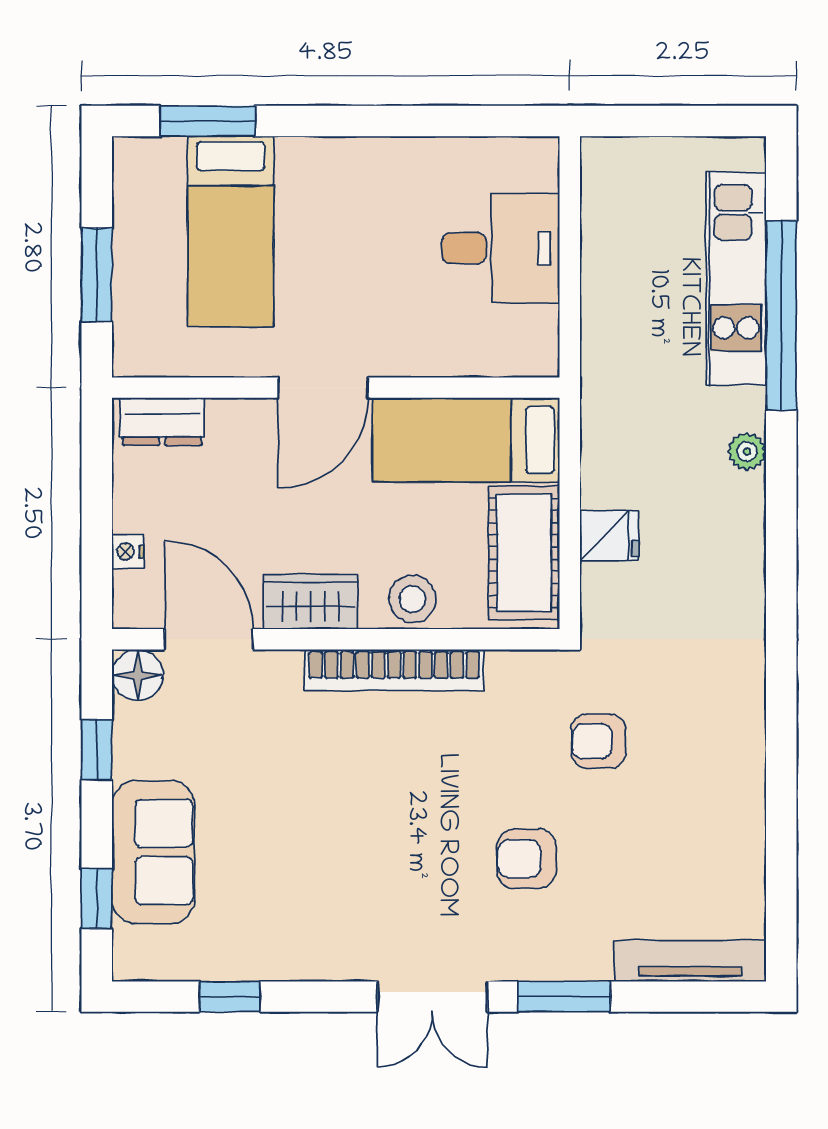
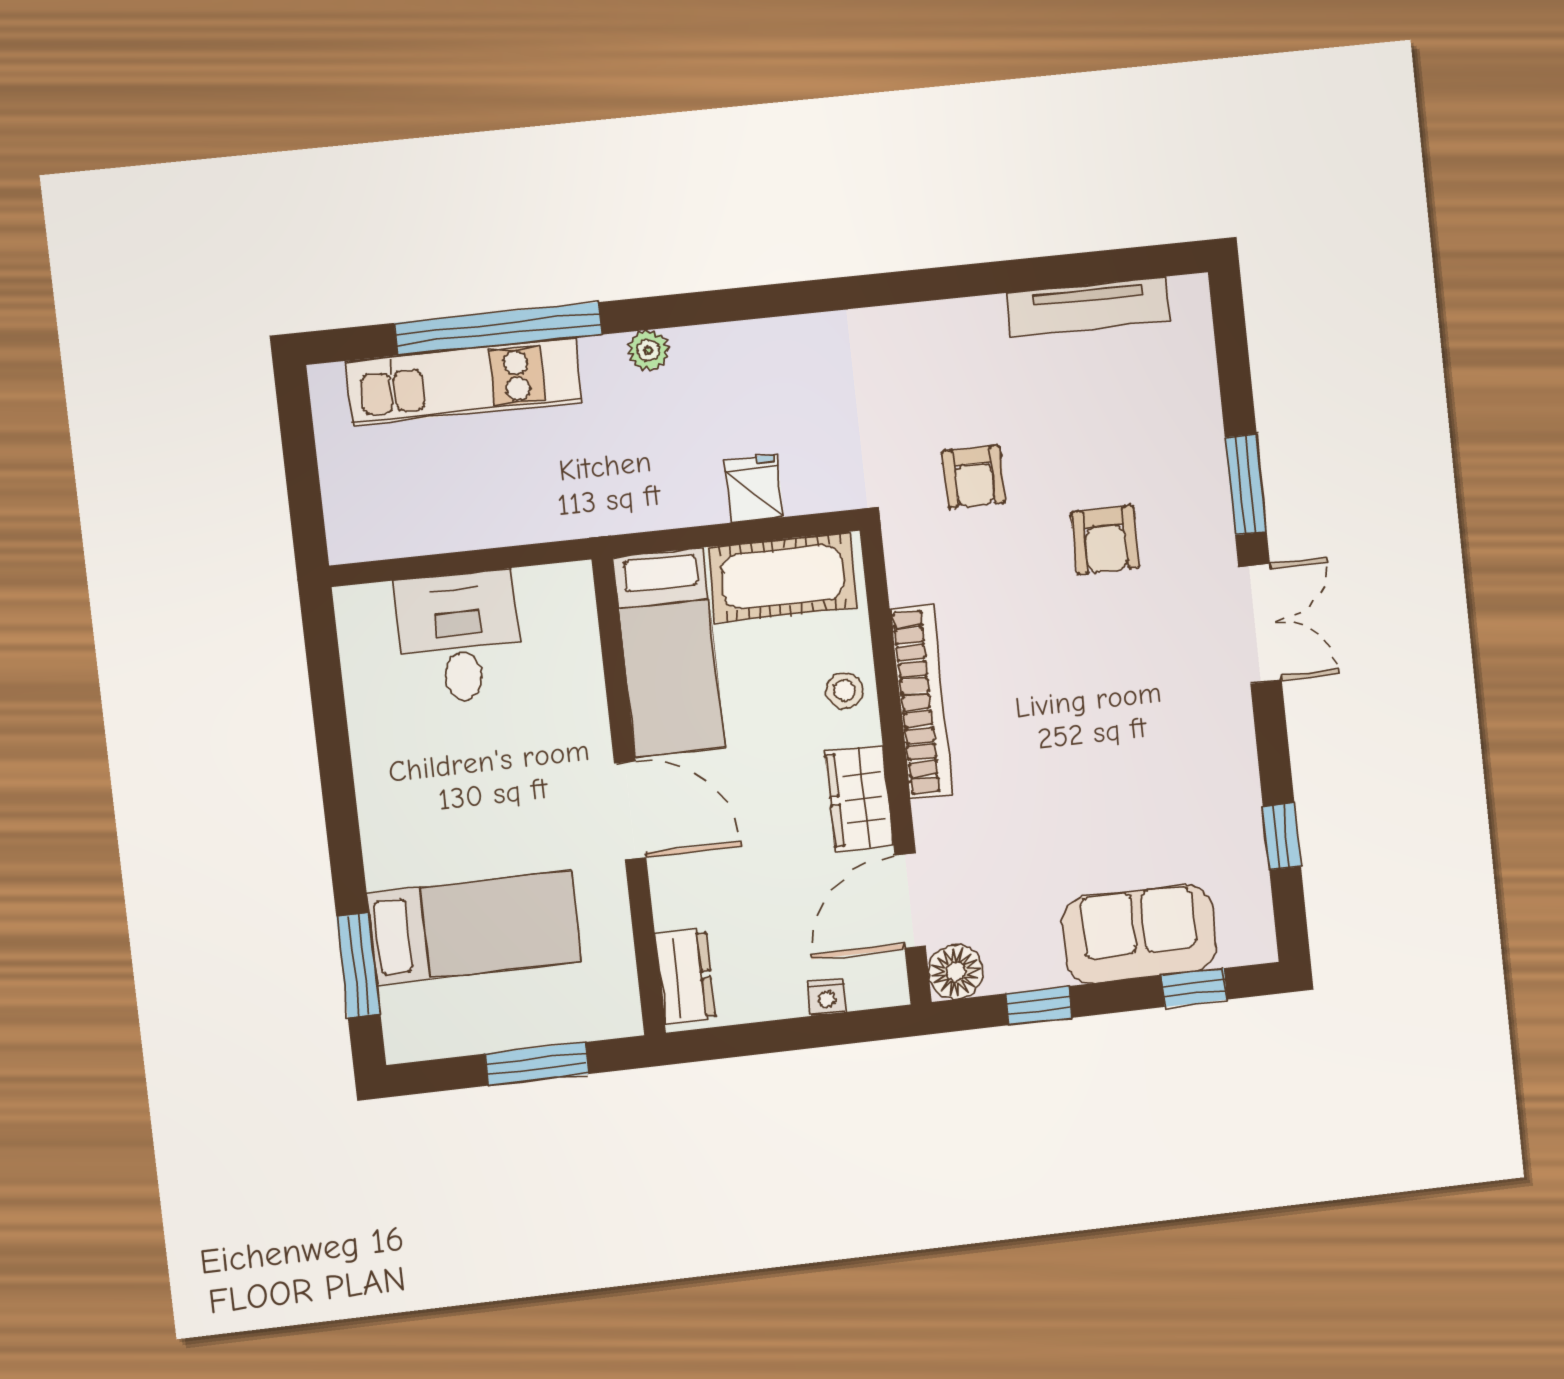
stool: (412, 599) -> (845, 691), width x0.73, depth x0.73
tv unit: (690, 961) -> (1089, 307), moved, turned -90

